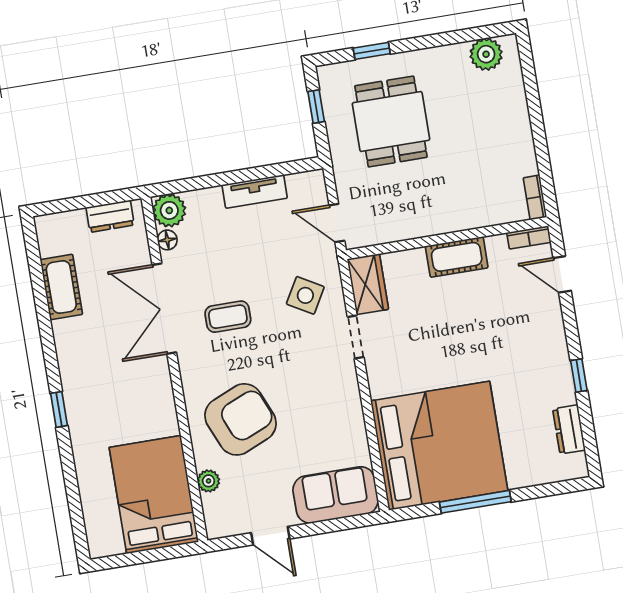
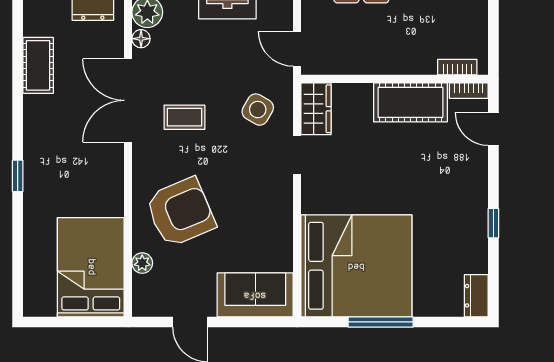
bookcase: (535, 197) -> (457, 67), moved, turned 90
cot: (457, 257) -> (410, 102), width x1.37, depth x1.34
dresser: (569, 429) -> (476, 296), moved

